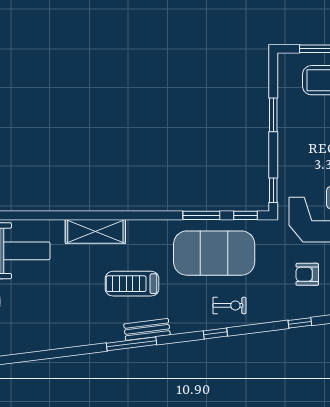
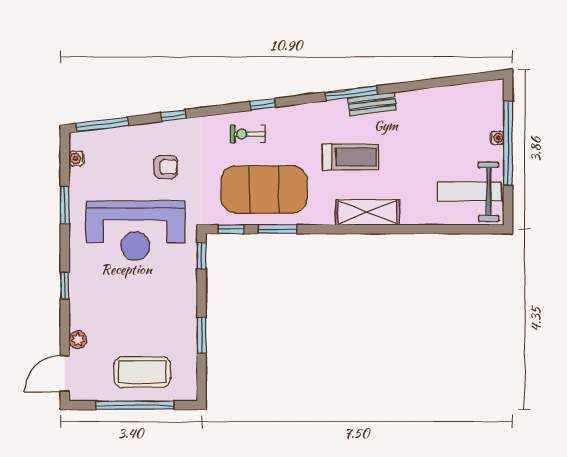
shelving: (95, 231) -> (368, 212), moved
bench: (147, 329) -> (372, 104), moved

